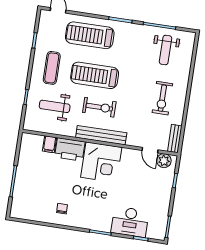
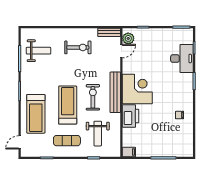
treadmill: (95, 75) -> (68, 105), turned 180
filing cabinet: (49, 144) -> (129, 152), moved

